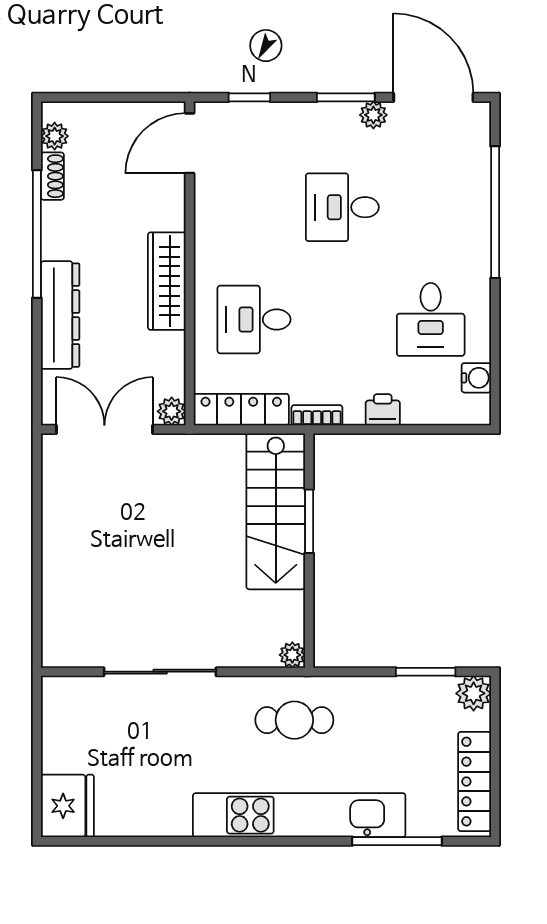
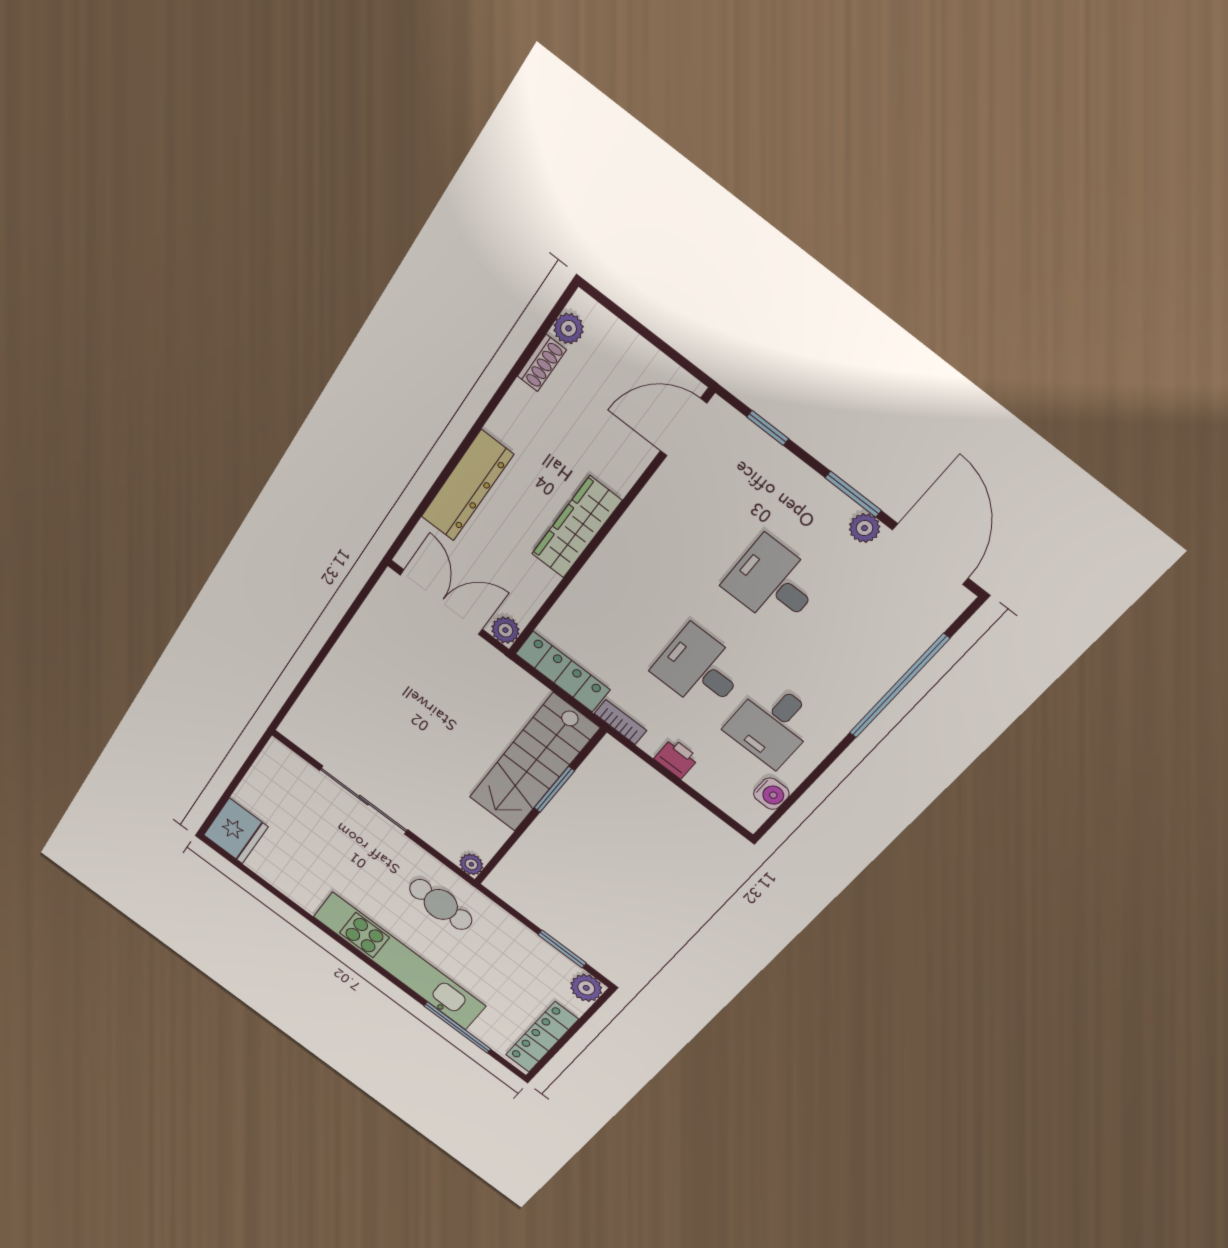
window: (37, 234) -> (494, 403), removed
desk: (254, 319) -> (699, 669), moved

